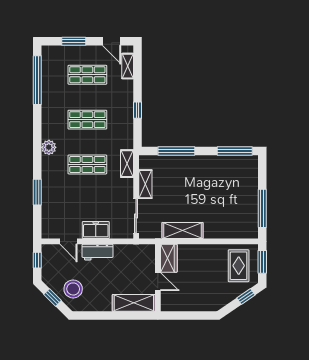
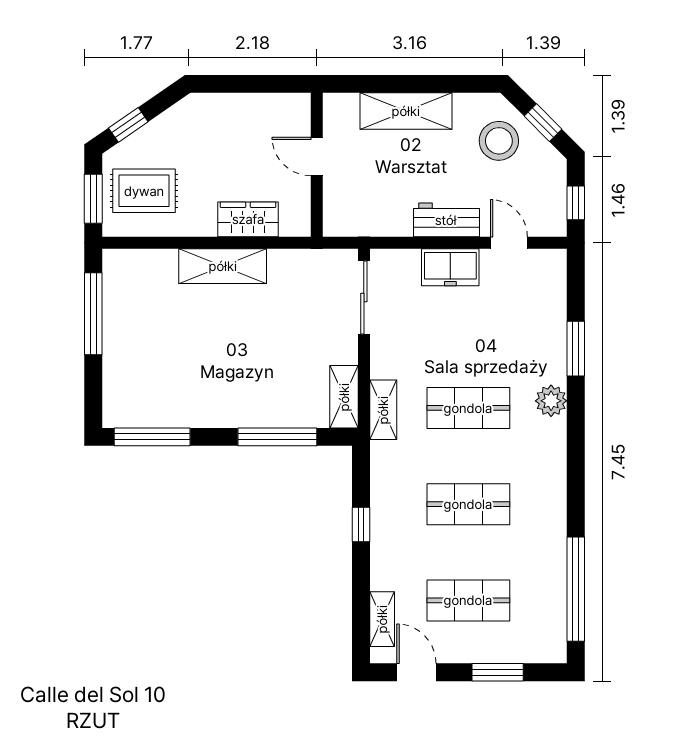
plant: (49, 147) -> (551, 401), moved
shelving: (145, 184) -> (344, 397), moved
shelving: (183, 231) -> (223, 266), moved
wardrobe: (169, 258) -> (248, 219), moved, turned 90
rug: (239, 266) -> (144, 191), turned 90
shelving: (134, 303) -> (406, 111), moved

